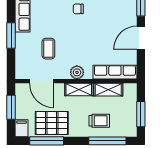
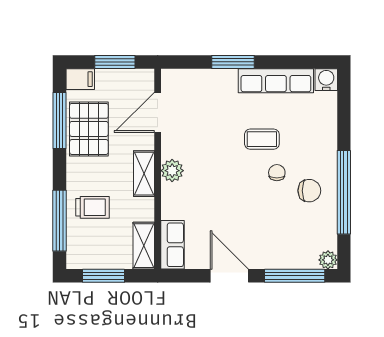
coffee table: (48, 49) -> (262, 139), moved
row of seats: (115, 72) -> (173, 245), width x0.68
shelving: (108, 90) -> (144, 246), moved
trolley: (99, 121) -> (92, 207), turned -90

